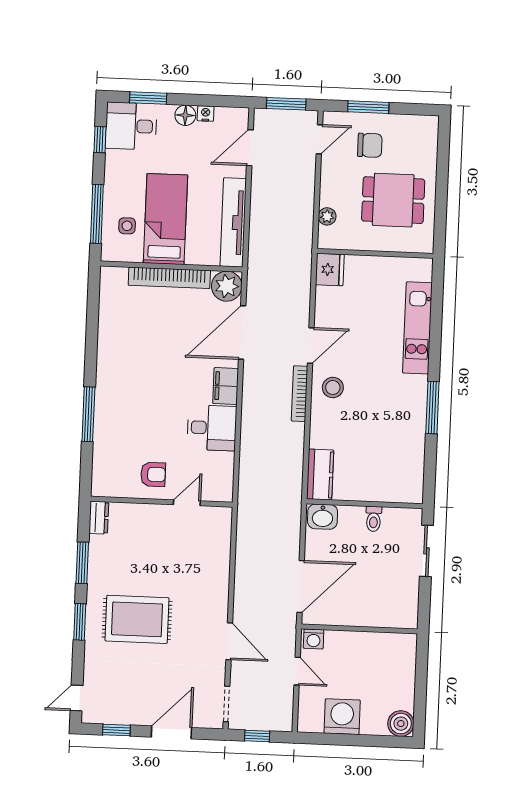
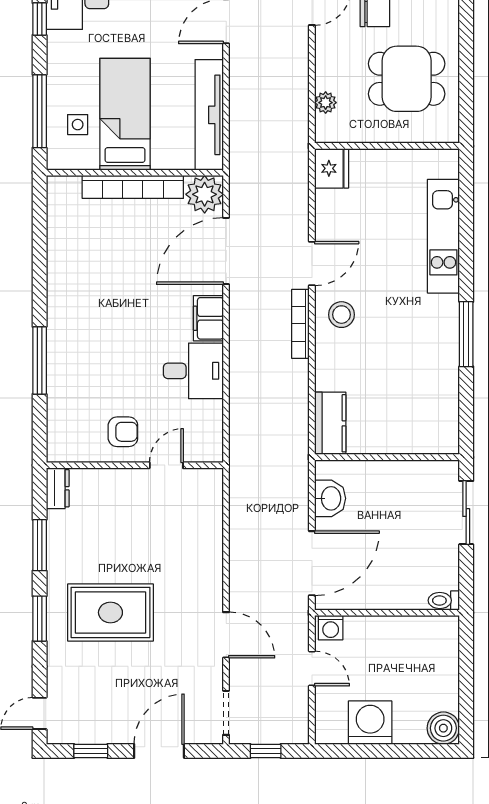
washbasin: (323, 517) -> (330, 498), moved, turned -90
toilet: (374, 519) -> (444, 600), moved, turned 90

